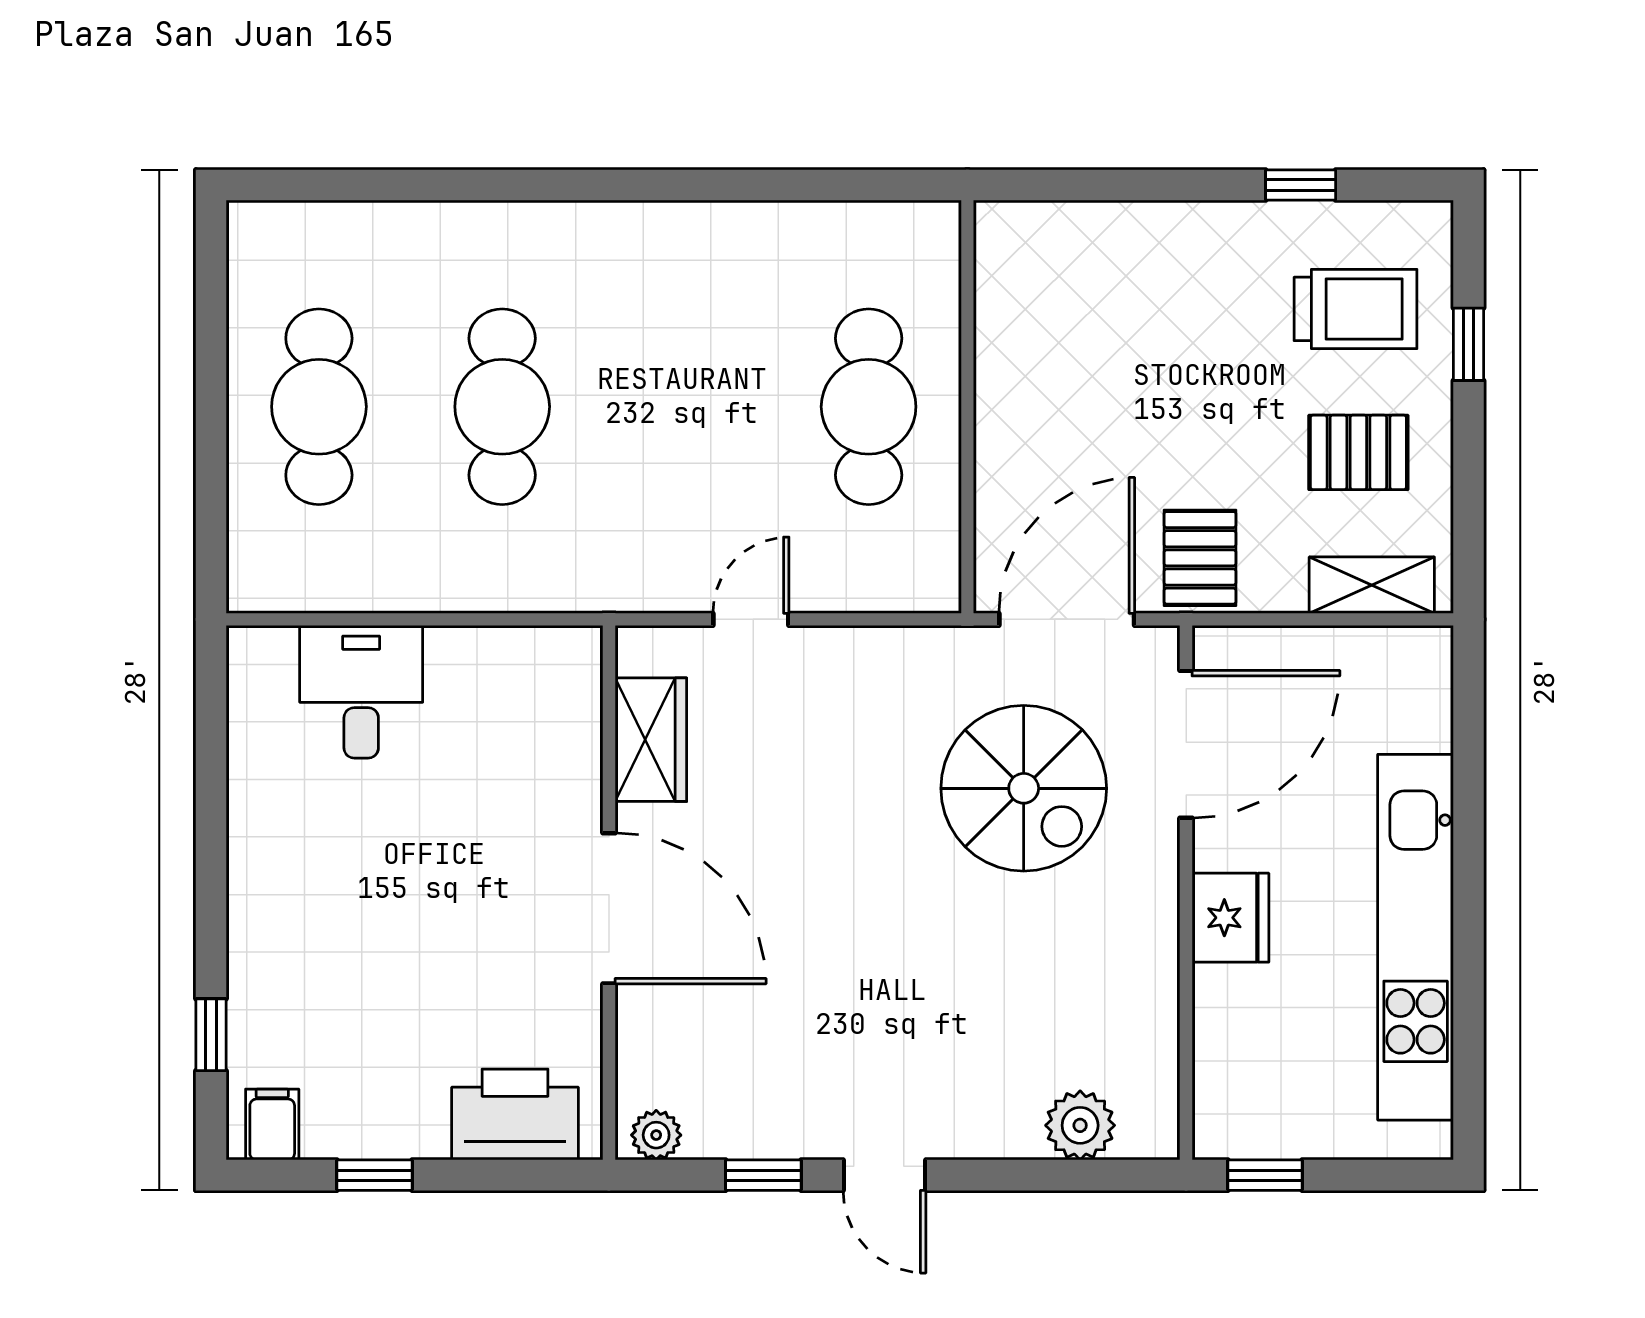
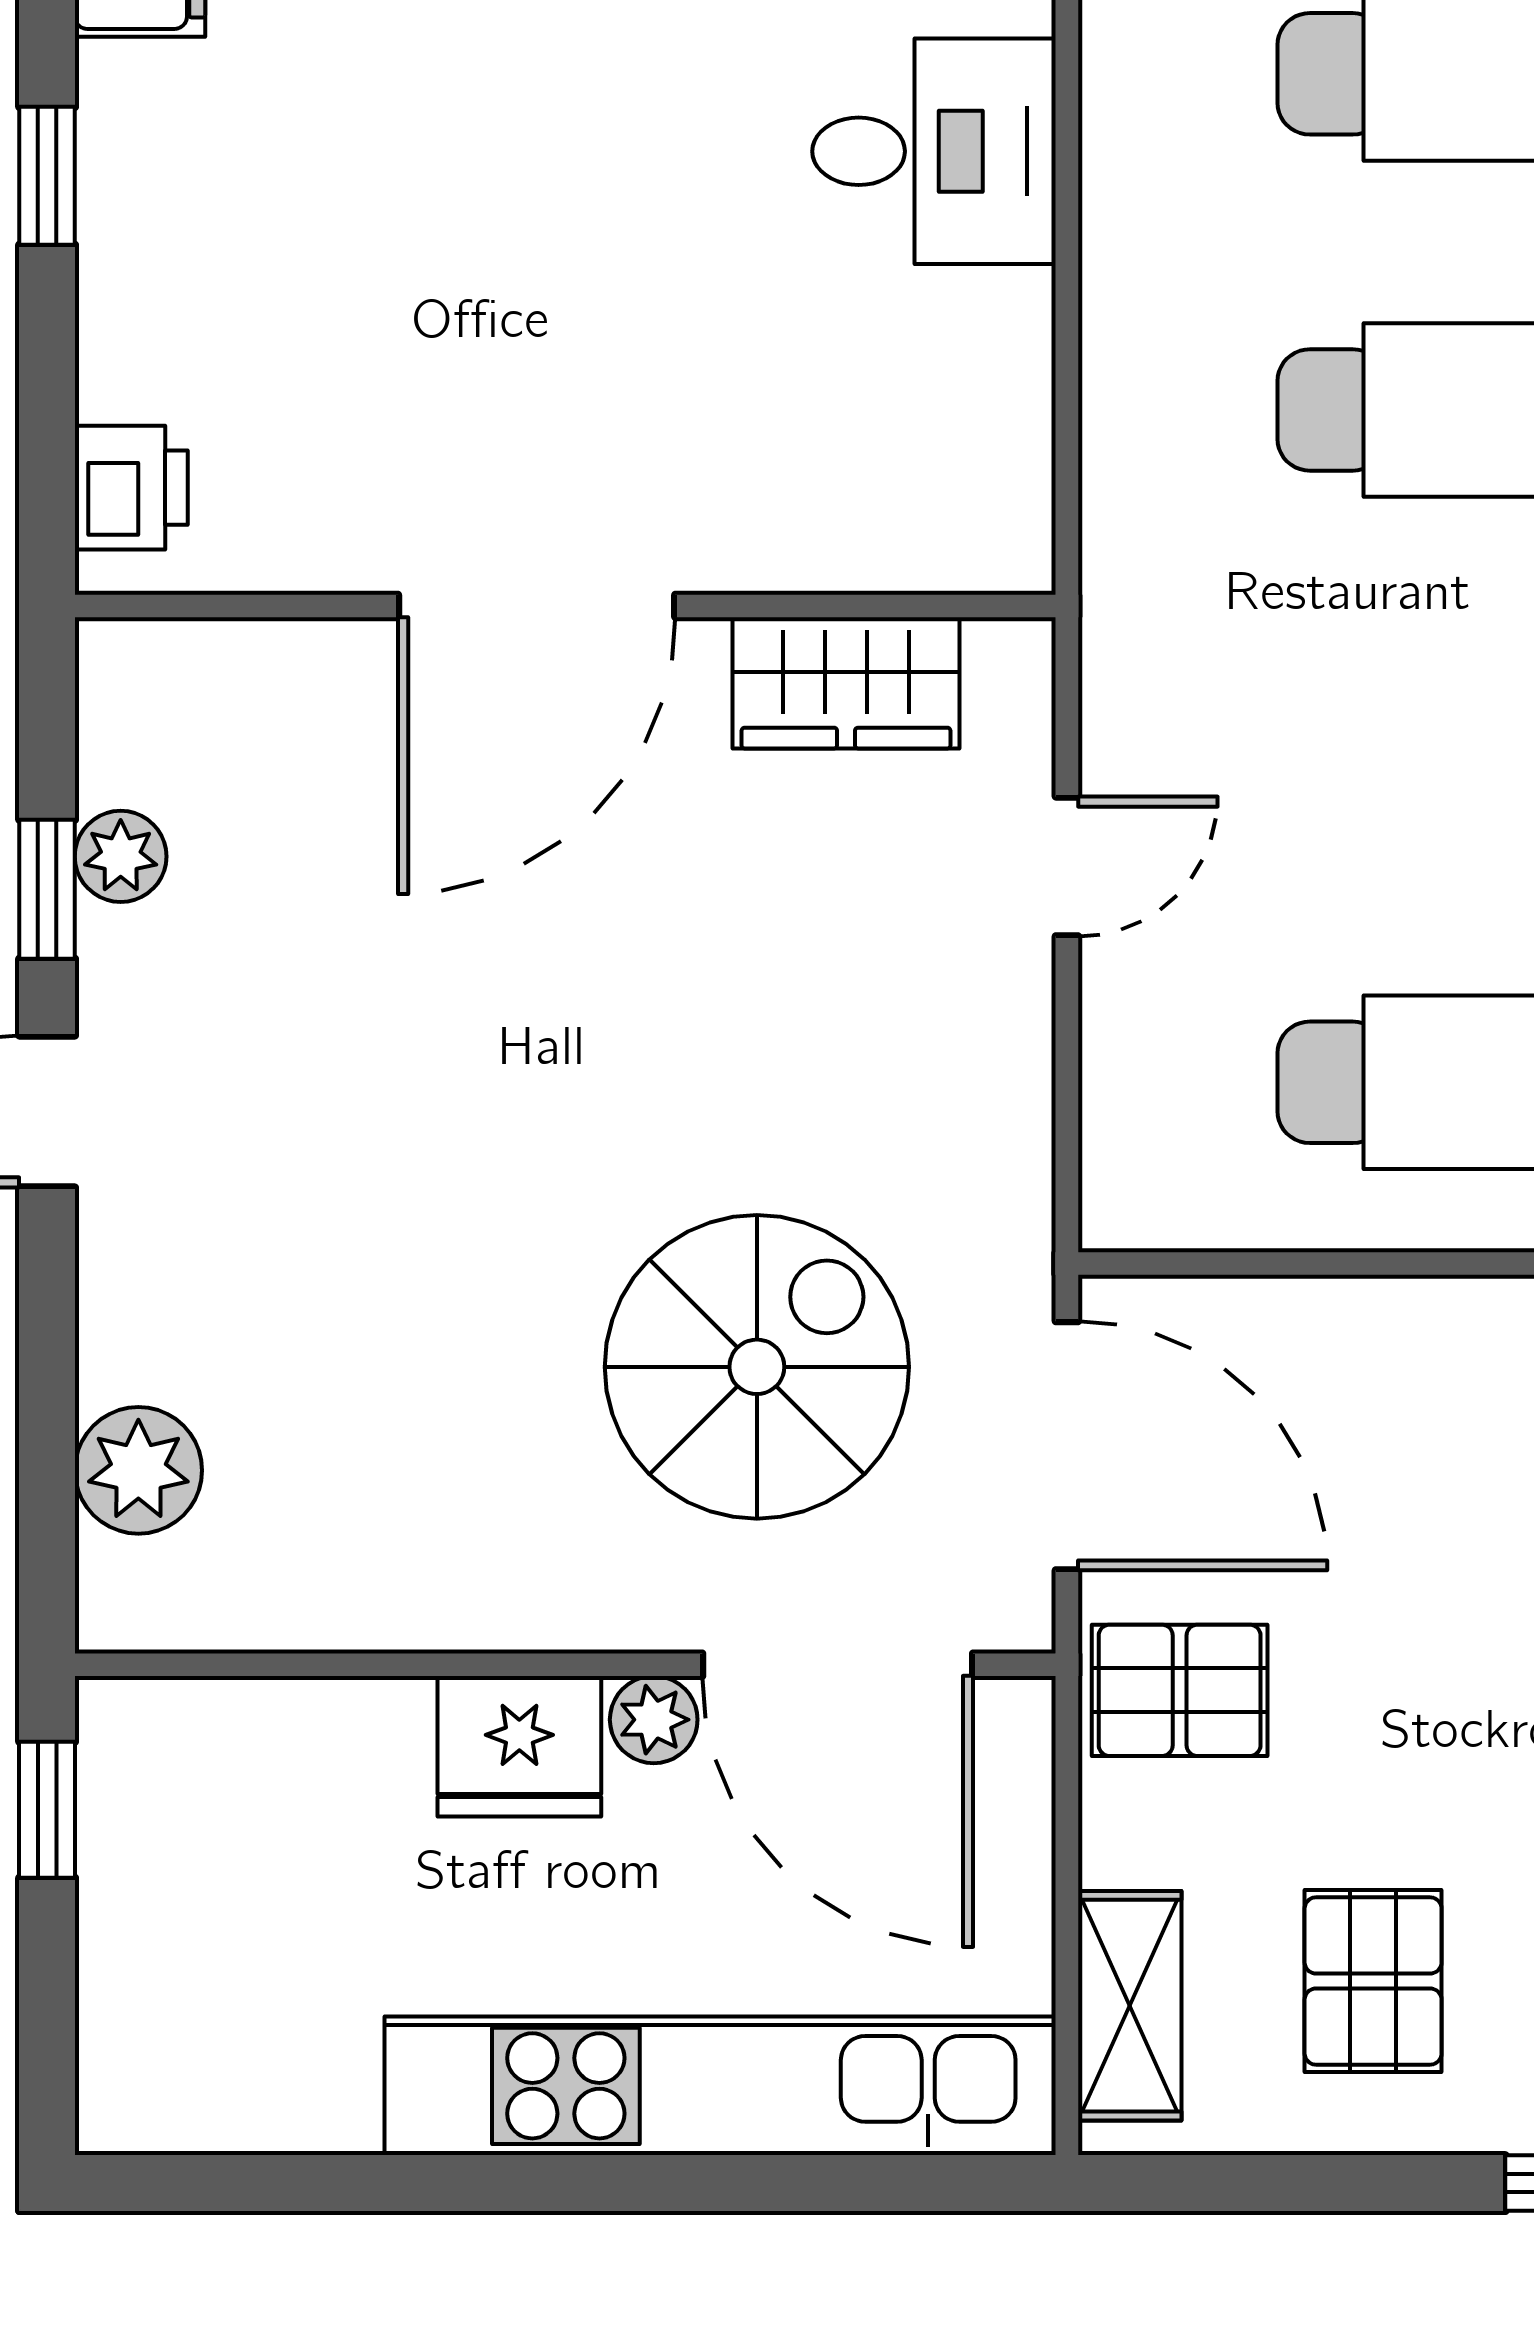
door: (751, 619) -> (1067, 866), hinge flipped
spiral stairs: (1024, 788) -> (757, 1367), turned 180
plant: (1216, 845) -> (654, 1720), added
kitchen unit: (1416, 937) -> (720, 2086), moved
printer: (515, 1114) -> (131, 488), width x0.53, depth x0.68
plant: (656, 1135) -> (121, 856), moved

